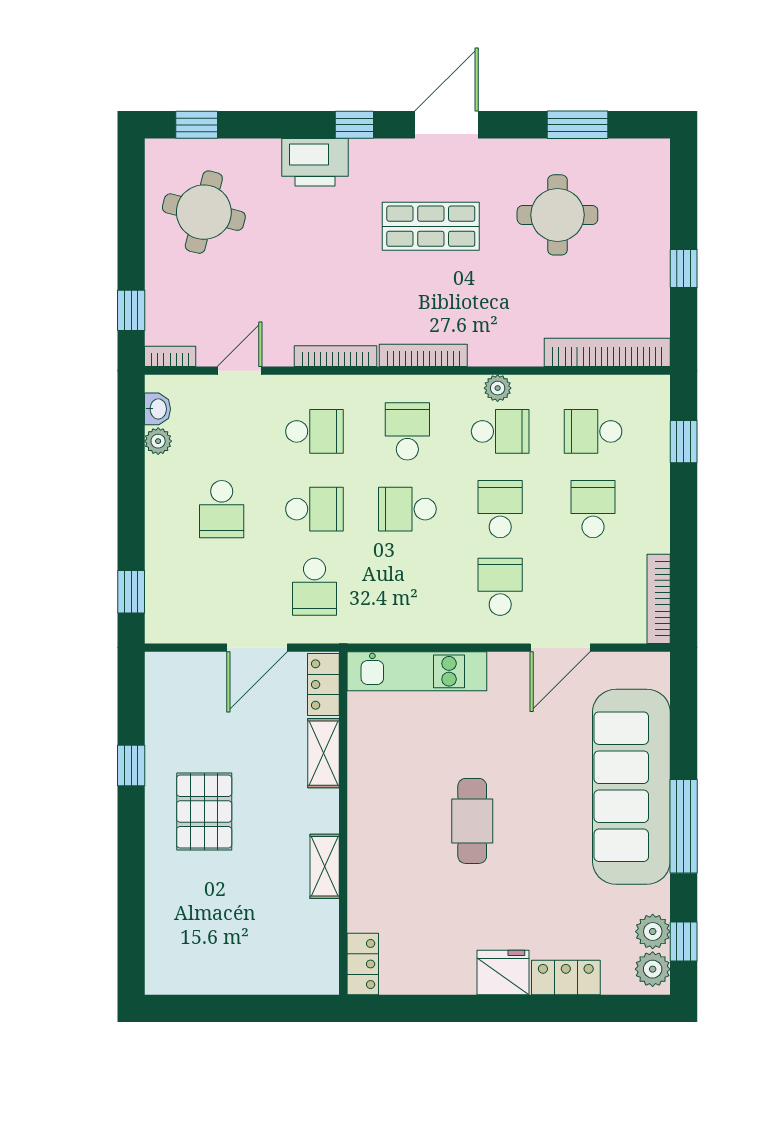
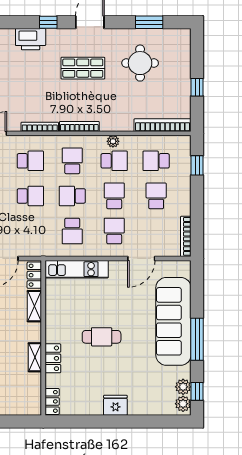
school desk: (315, 587) -> (72, 231), moved
cafe table: (472, 821) -> (102, 337), turned 90
locker: (566, 977) -> (53, 358), moved, turned 90

